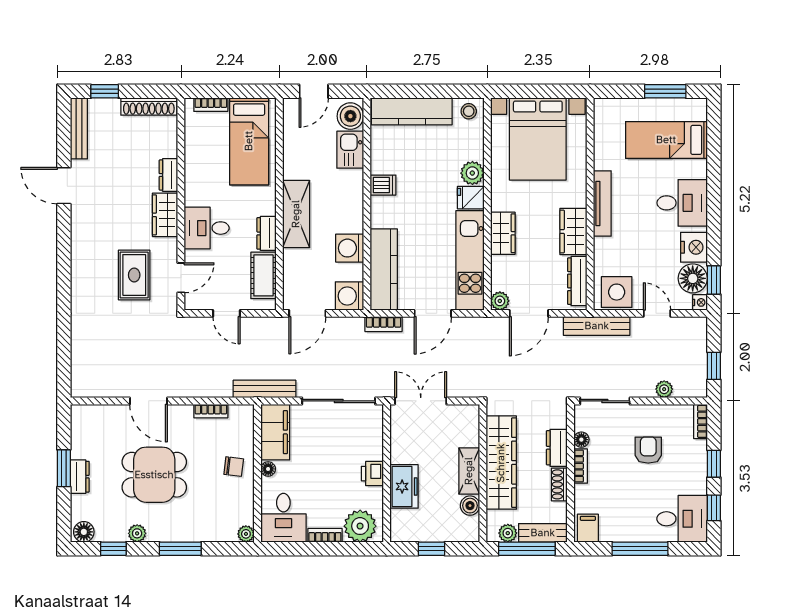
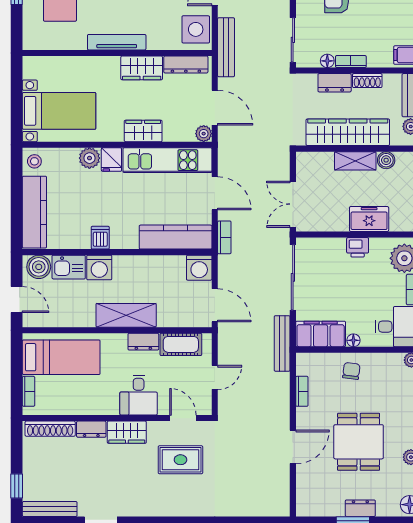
shoe rack: (149, 107) -> (50, 429), moved, turned 90
bed with nightstands: (538, 139) -> (59, 111), width x0.73
washing machine: (350, 248) -> (99, 268), moved

